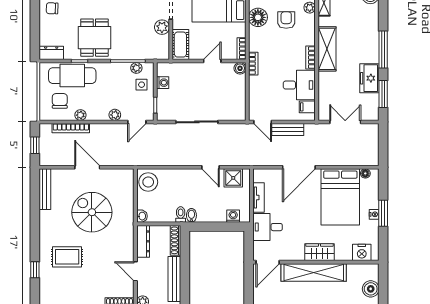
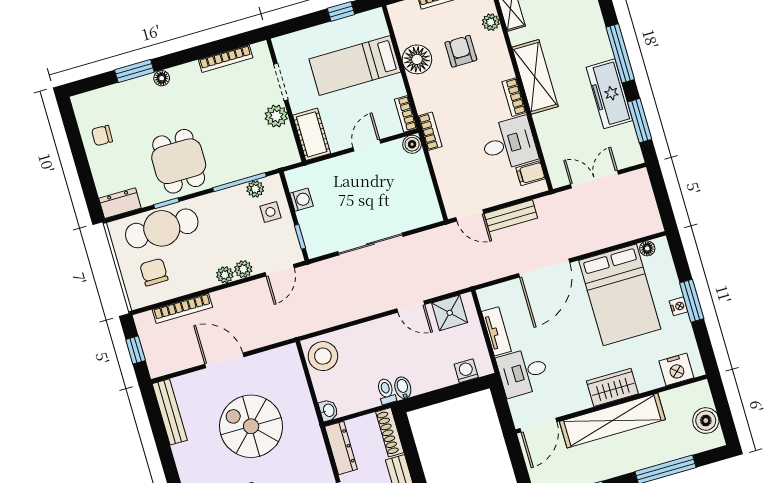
freezer: (369, 78) -> (609, 94), width x1.40
plant: (80, 115) -> (225, 275), moved

